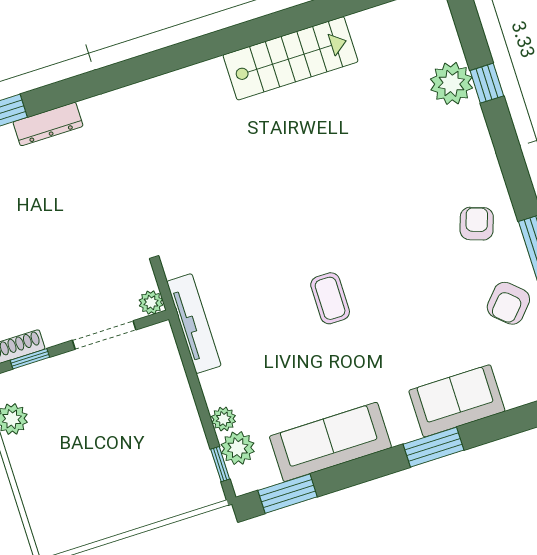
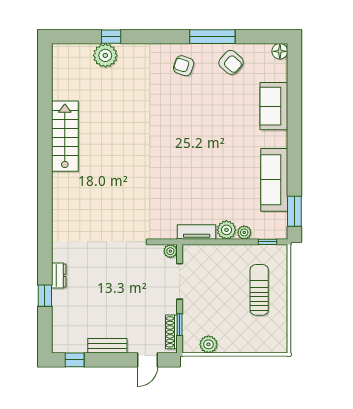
dresser: (48, 124) -> (59, 275), width x0.70
coffee table: (330, 298) -> (198, 156), removed
tv unit: (194, 324) -> (197, 232), width x0.71
window: (433, 447) -> (294, 126), removed
plant: (238, 448) -> (226, 230), moved
sun lounger: (133, 476) -> (259, 290), added

